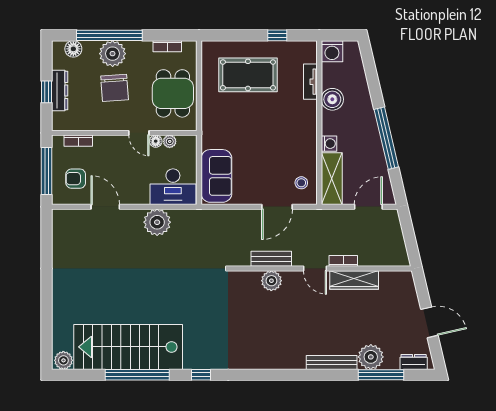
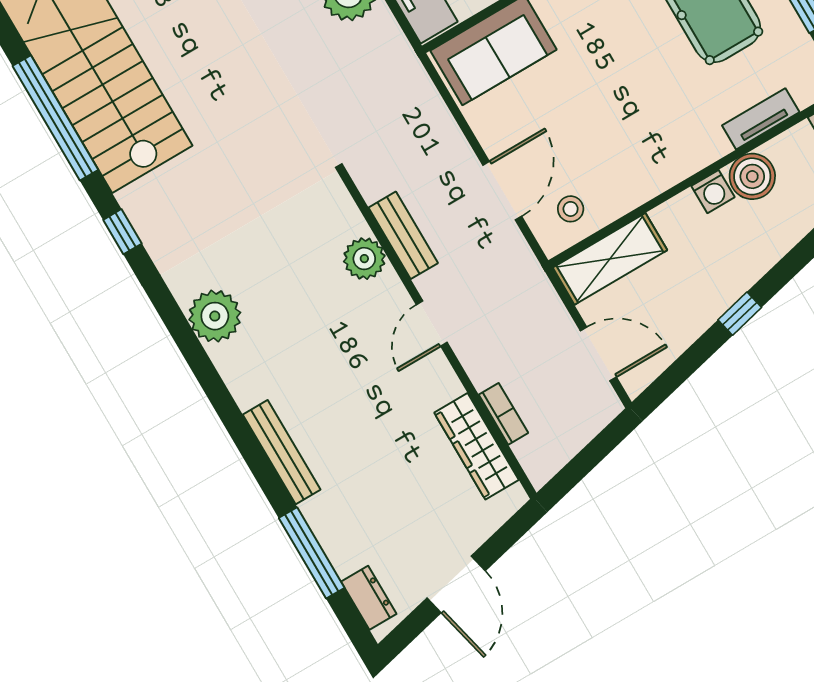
window: (386, 138) -> (740, 314), width x0.32
washing machine: (329, 144) -> (713, 192), moved
door: (277, 207) -> (502, 191), swing flipped
bookcase: (343, 261) -> (503, 414), moved
wardrobe: (354, 280) -> (477, 446), moved
plant: (371, 357) -> (215, 316), moved

